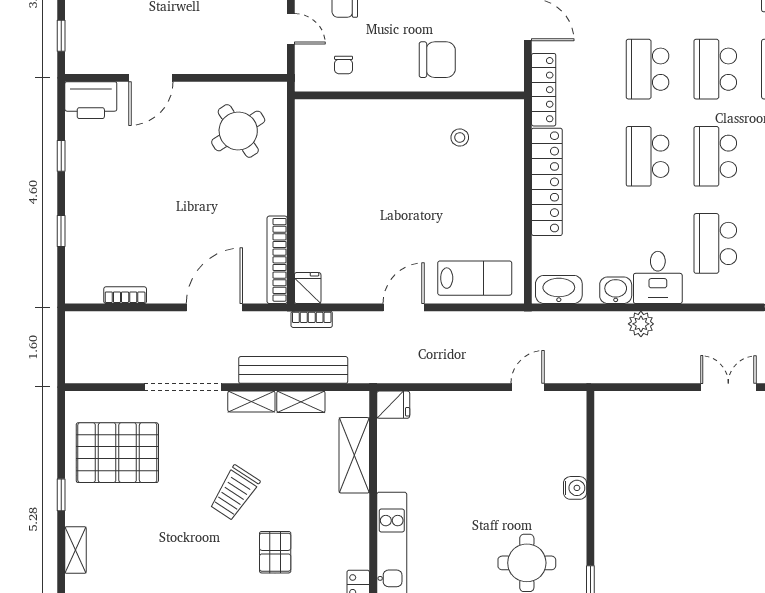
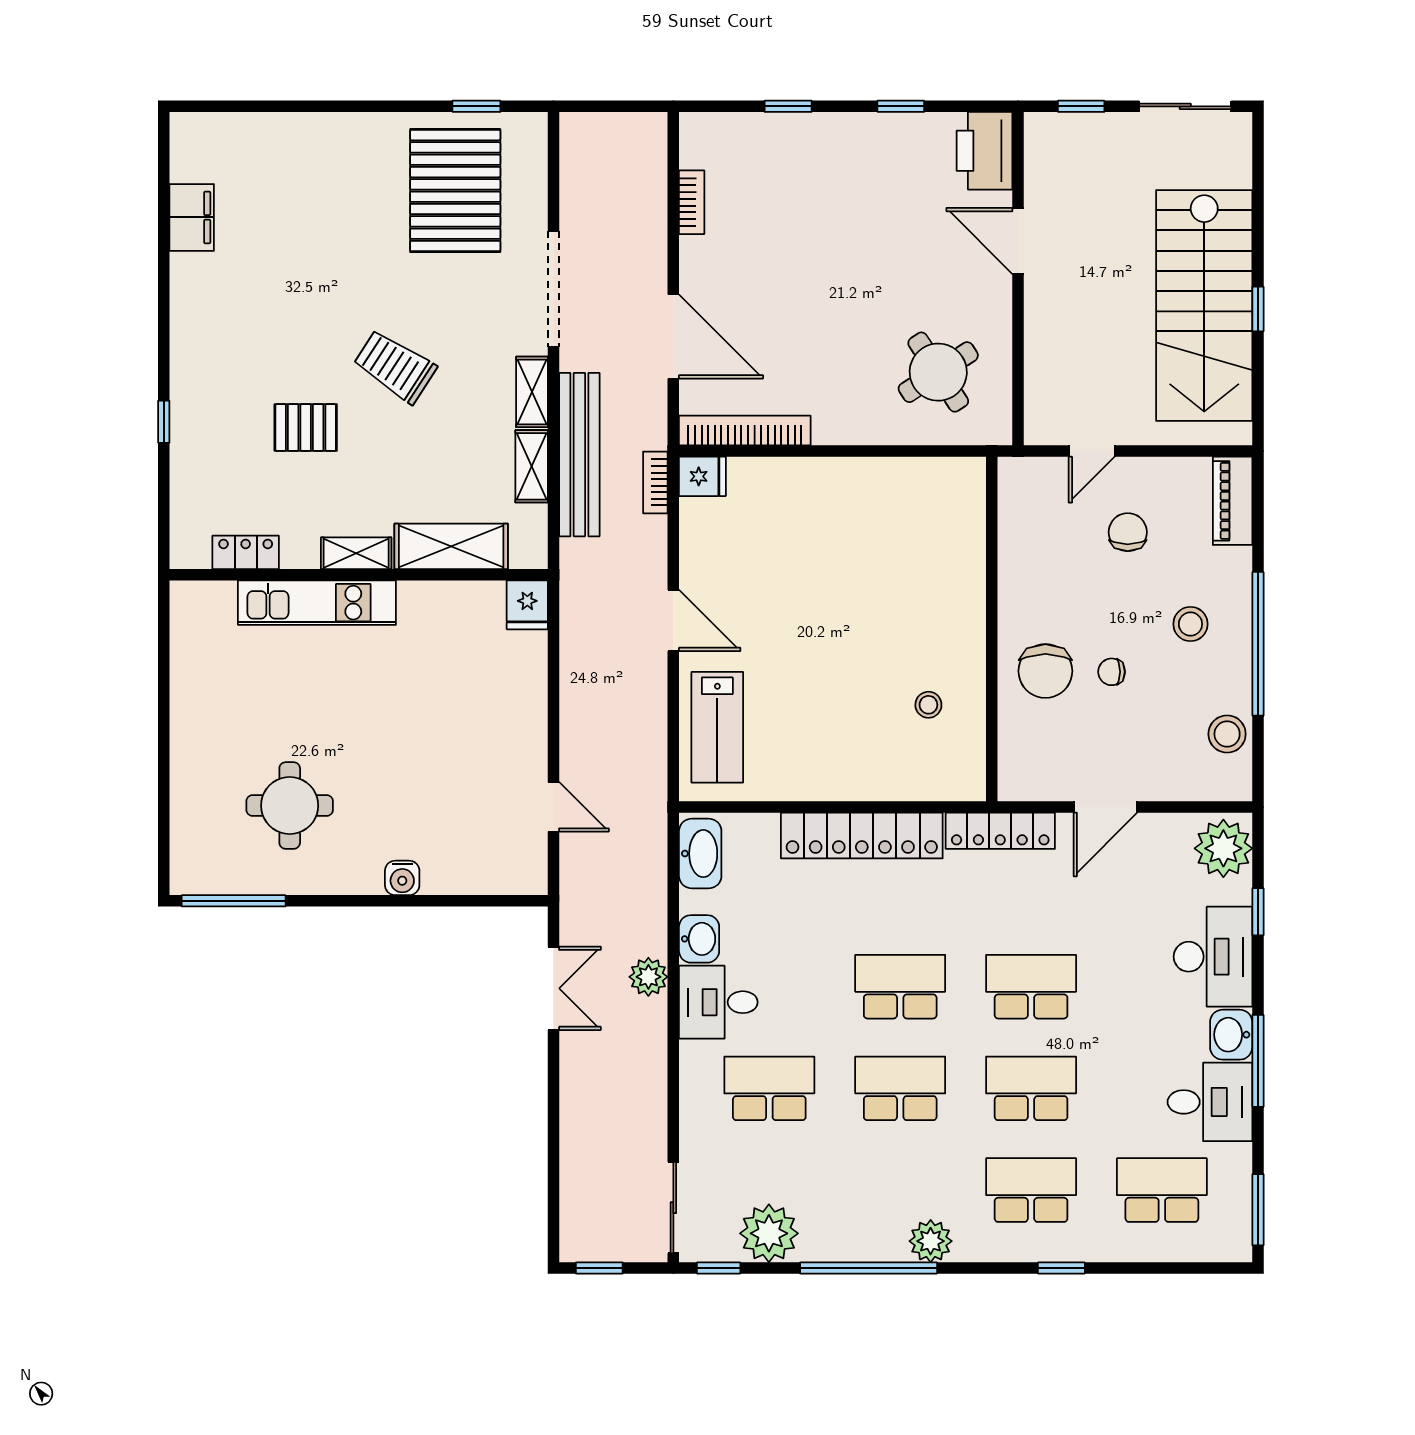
chair: (344, 65) -> (1112, 672), moved
double door: (728, 387) -> (553, 988), moved
window: (61, 495) -> (476, 106), moved
shelving: (76, 550) -> (356, 553), moved

